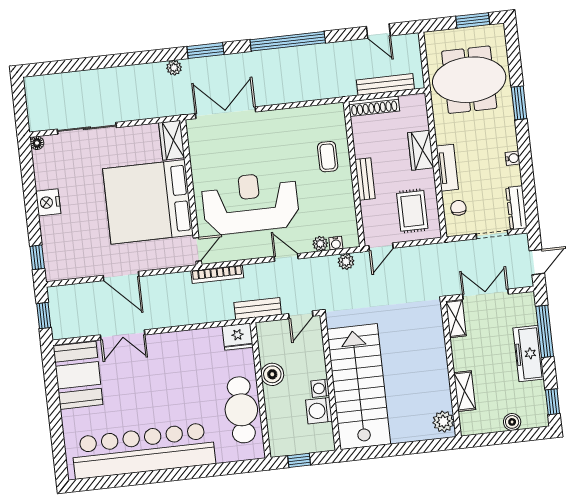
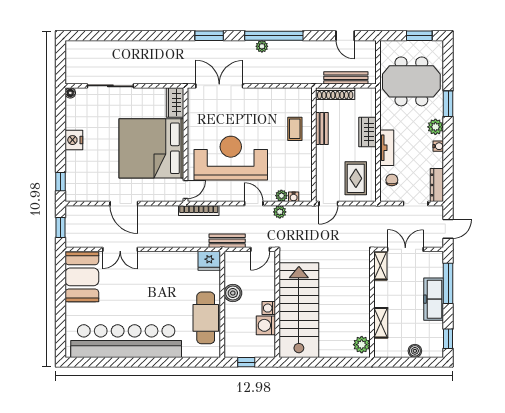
plant: (174, 68) -> (262, 46), moved
plant: (506, 134) -> (435, 127), added
bench: (365, 179) -> (322, 128), moved
plant: (346, 261) -> (280, 212), moved

